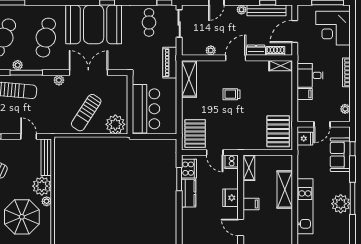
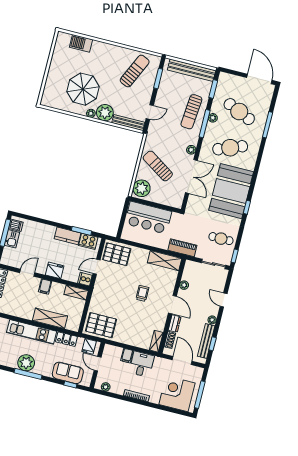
cafe table: (46, 38) -> (230, 148), turned -33
locker: (303, 166) -> (66, 339), added

